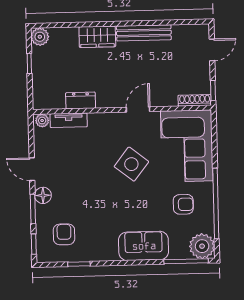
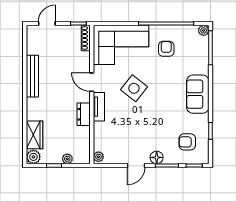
wardrobe: (97, 37) -> (35, 135), moved
door: (212, 50) -> (47, 24), hinge flipped
plant: (39, 80) -> (67, 159), added
dresser: (81, 100) -> (84, 114), moved
tv unit: (69, 120) -> (99, 107), moved
sofa: (144, 246) -> (198, 94), moved
plant: (202, 246) -> (204, 30), width x0.53, depth x0.53

